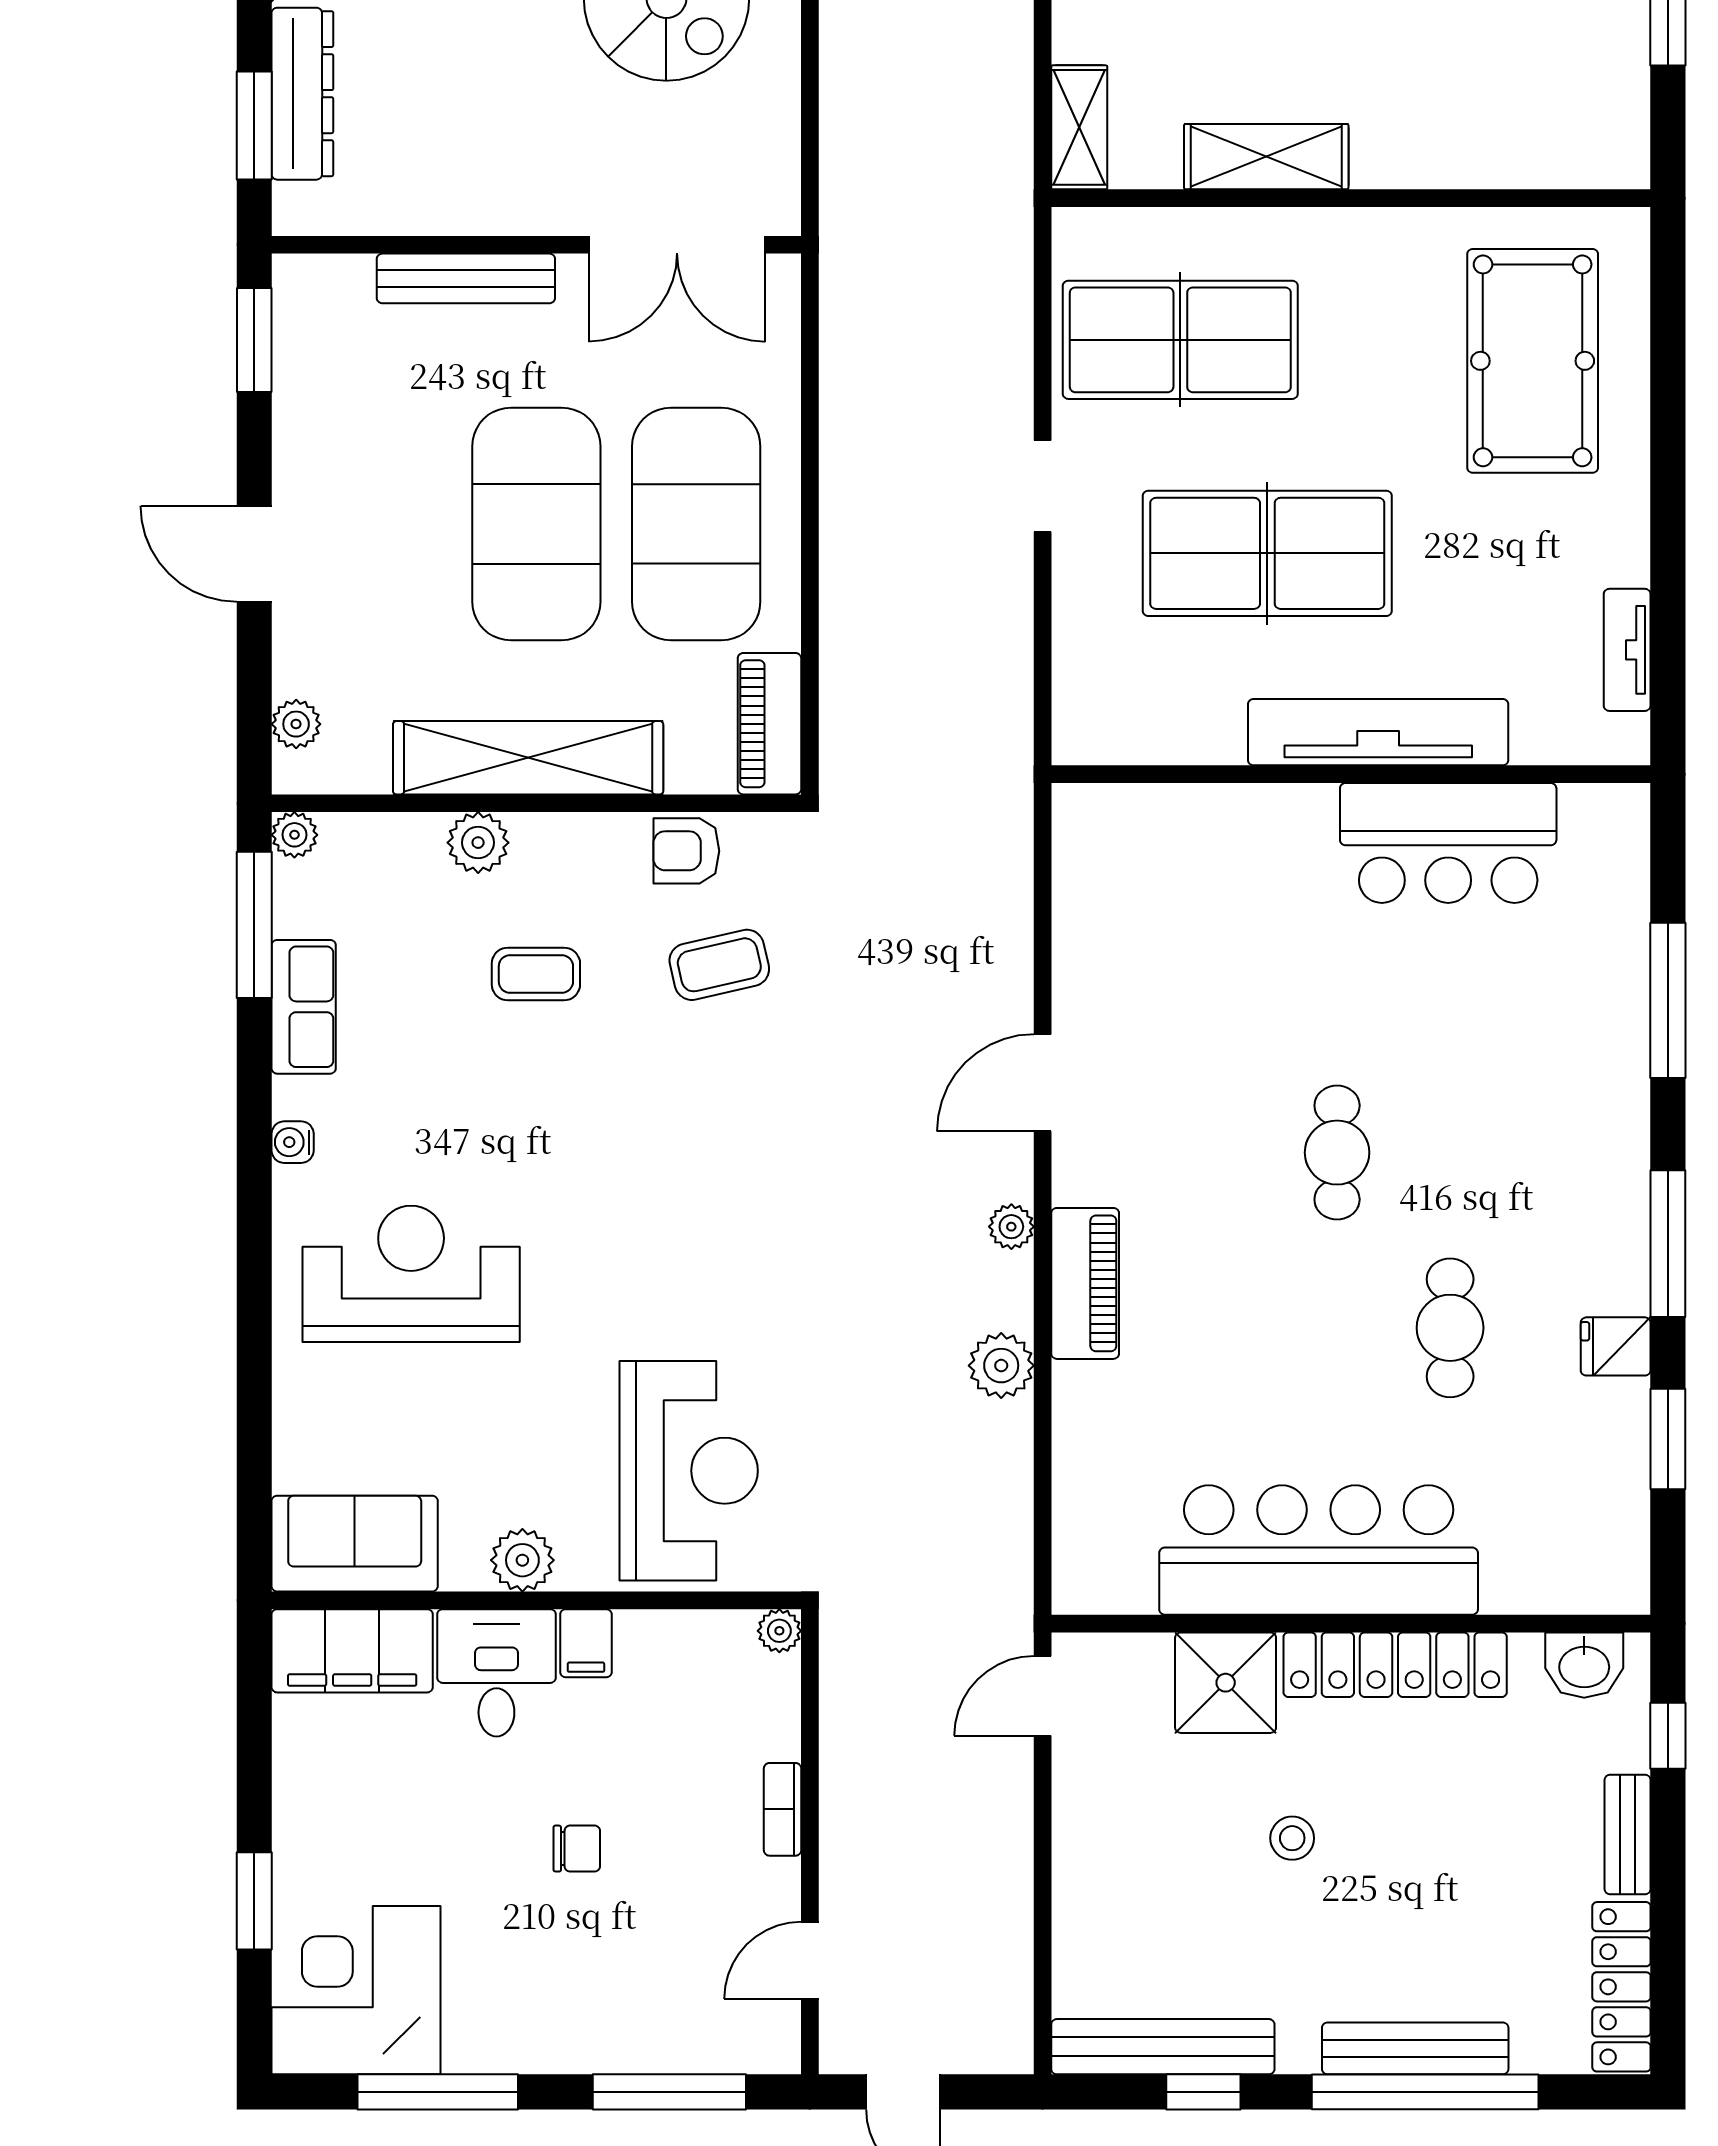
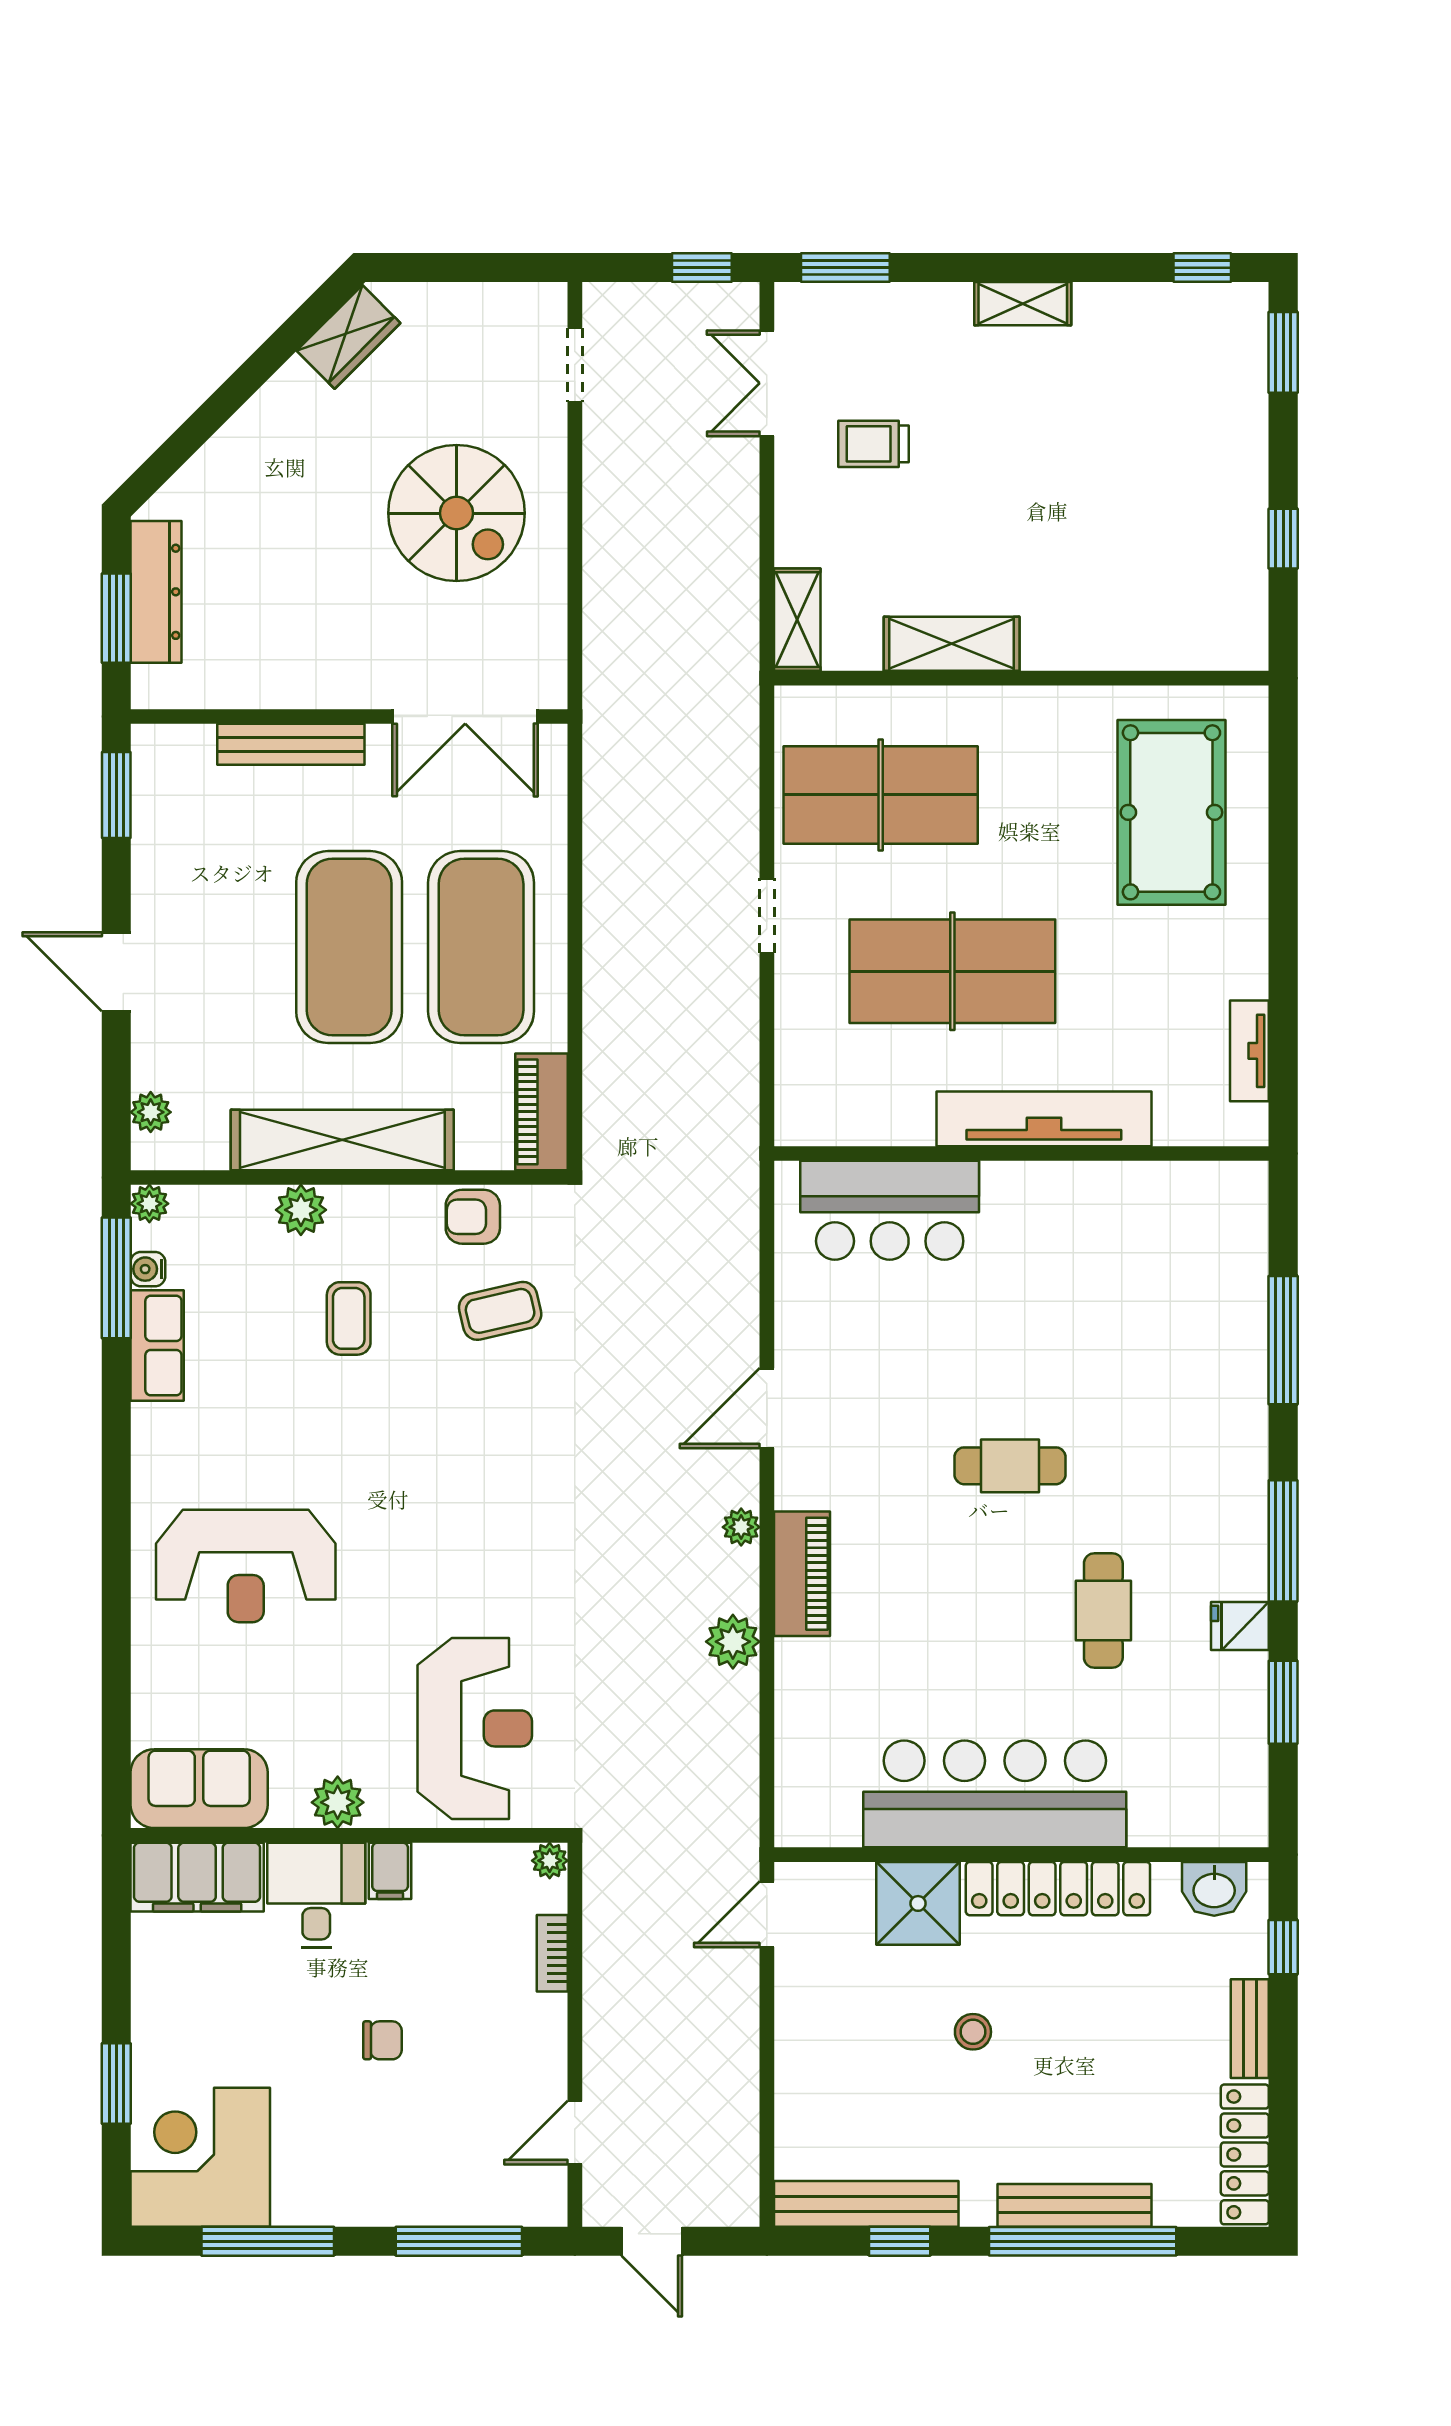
bar counter: (1448, 843) -> (890, 1210), moved
coffee table: (536, 974) -> (349, 1318), turned 90
water cooler: (293, 1142) -> (148, 1269), moved
cafe table: (1337, 1153) -> (1010, 1466), turned 90
reception desk: (411, 1274) -> (246, 1566), turned 180
bookcase: (783, 1809) -> (552, 1953), moved

